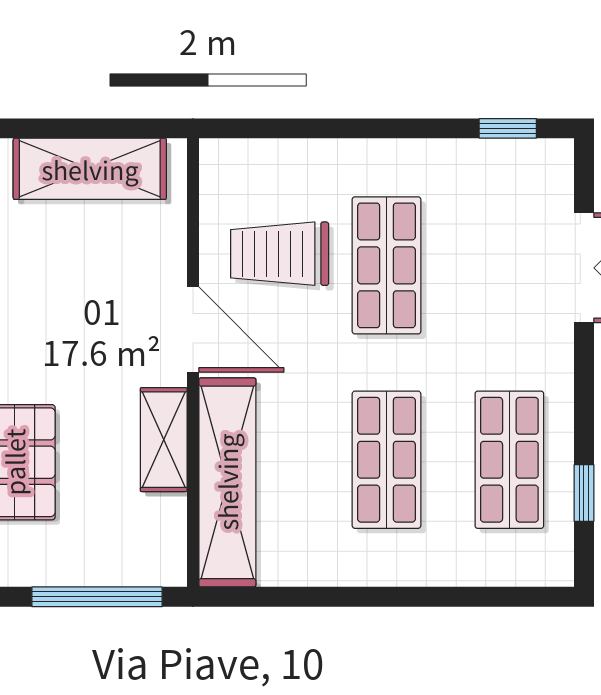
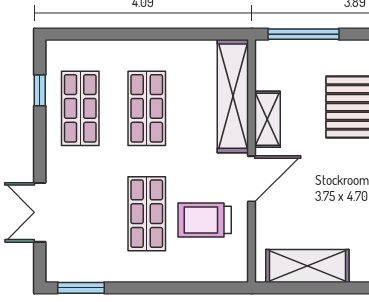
window: (508, 128) -> (81, 288), width x1.50
trolley: (280, 254) -> (205, 220), turned 180
door: (193, 330) -> (252, 179), swing flipped

